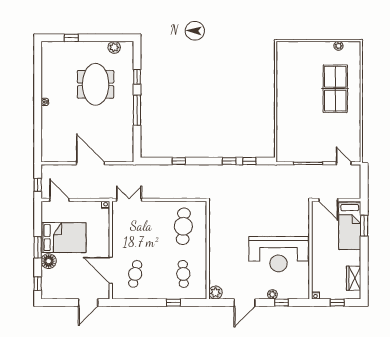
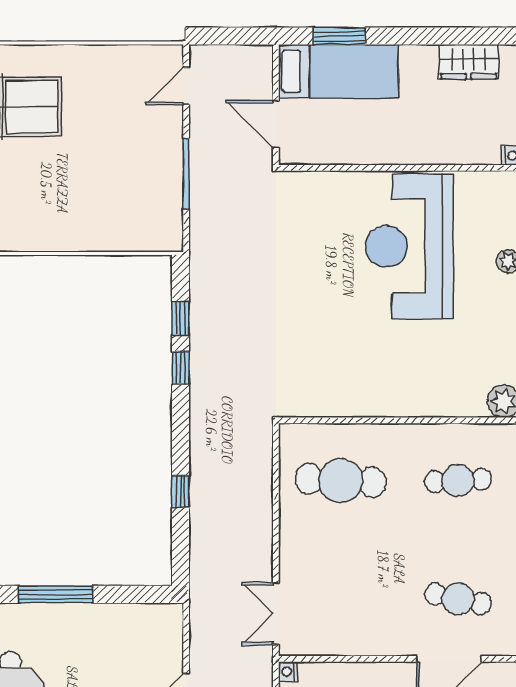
door: (328, 200) -> (276, 124), swing flipped
reception desk: (279, 254) -> (409, 246), turned 180

